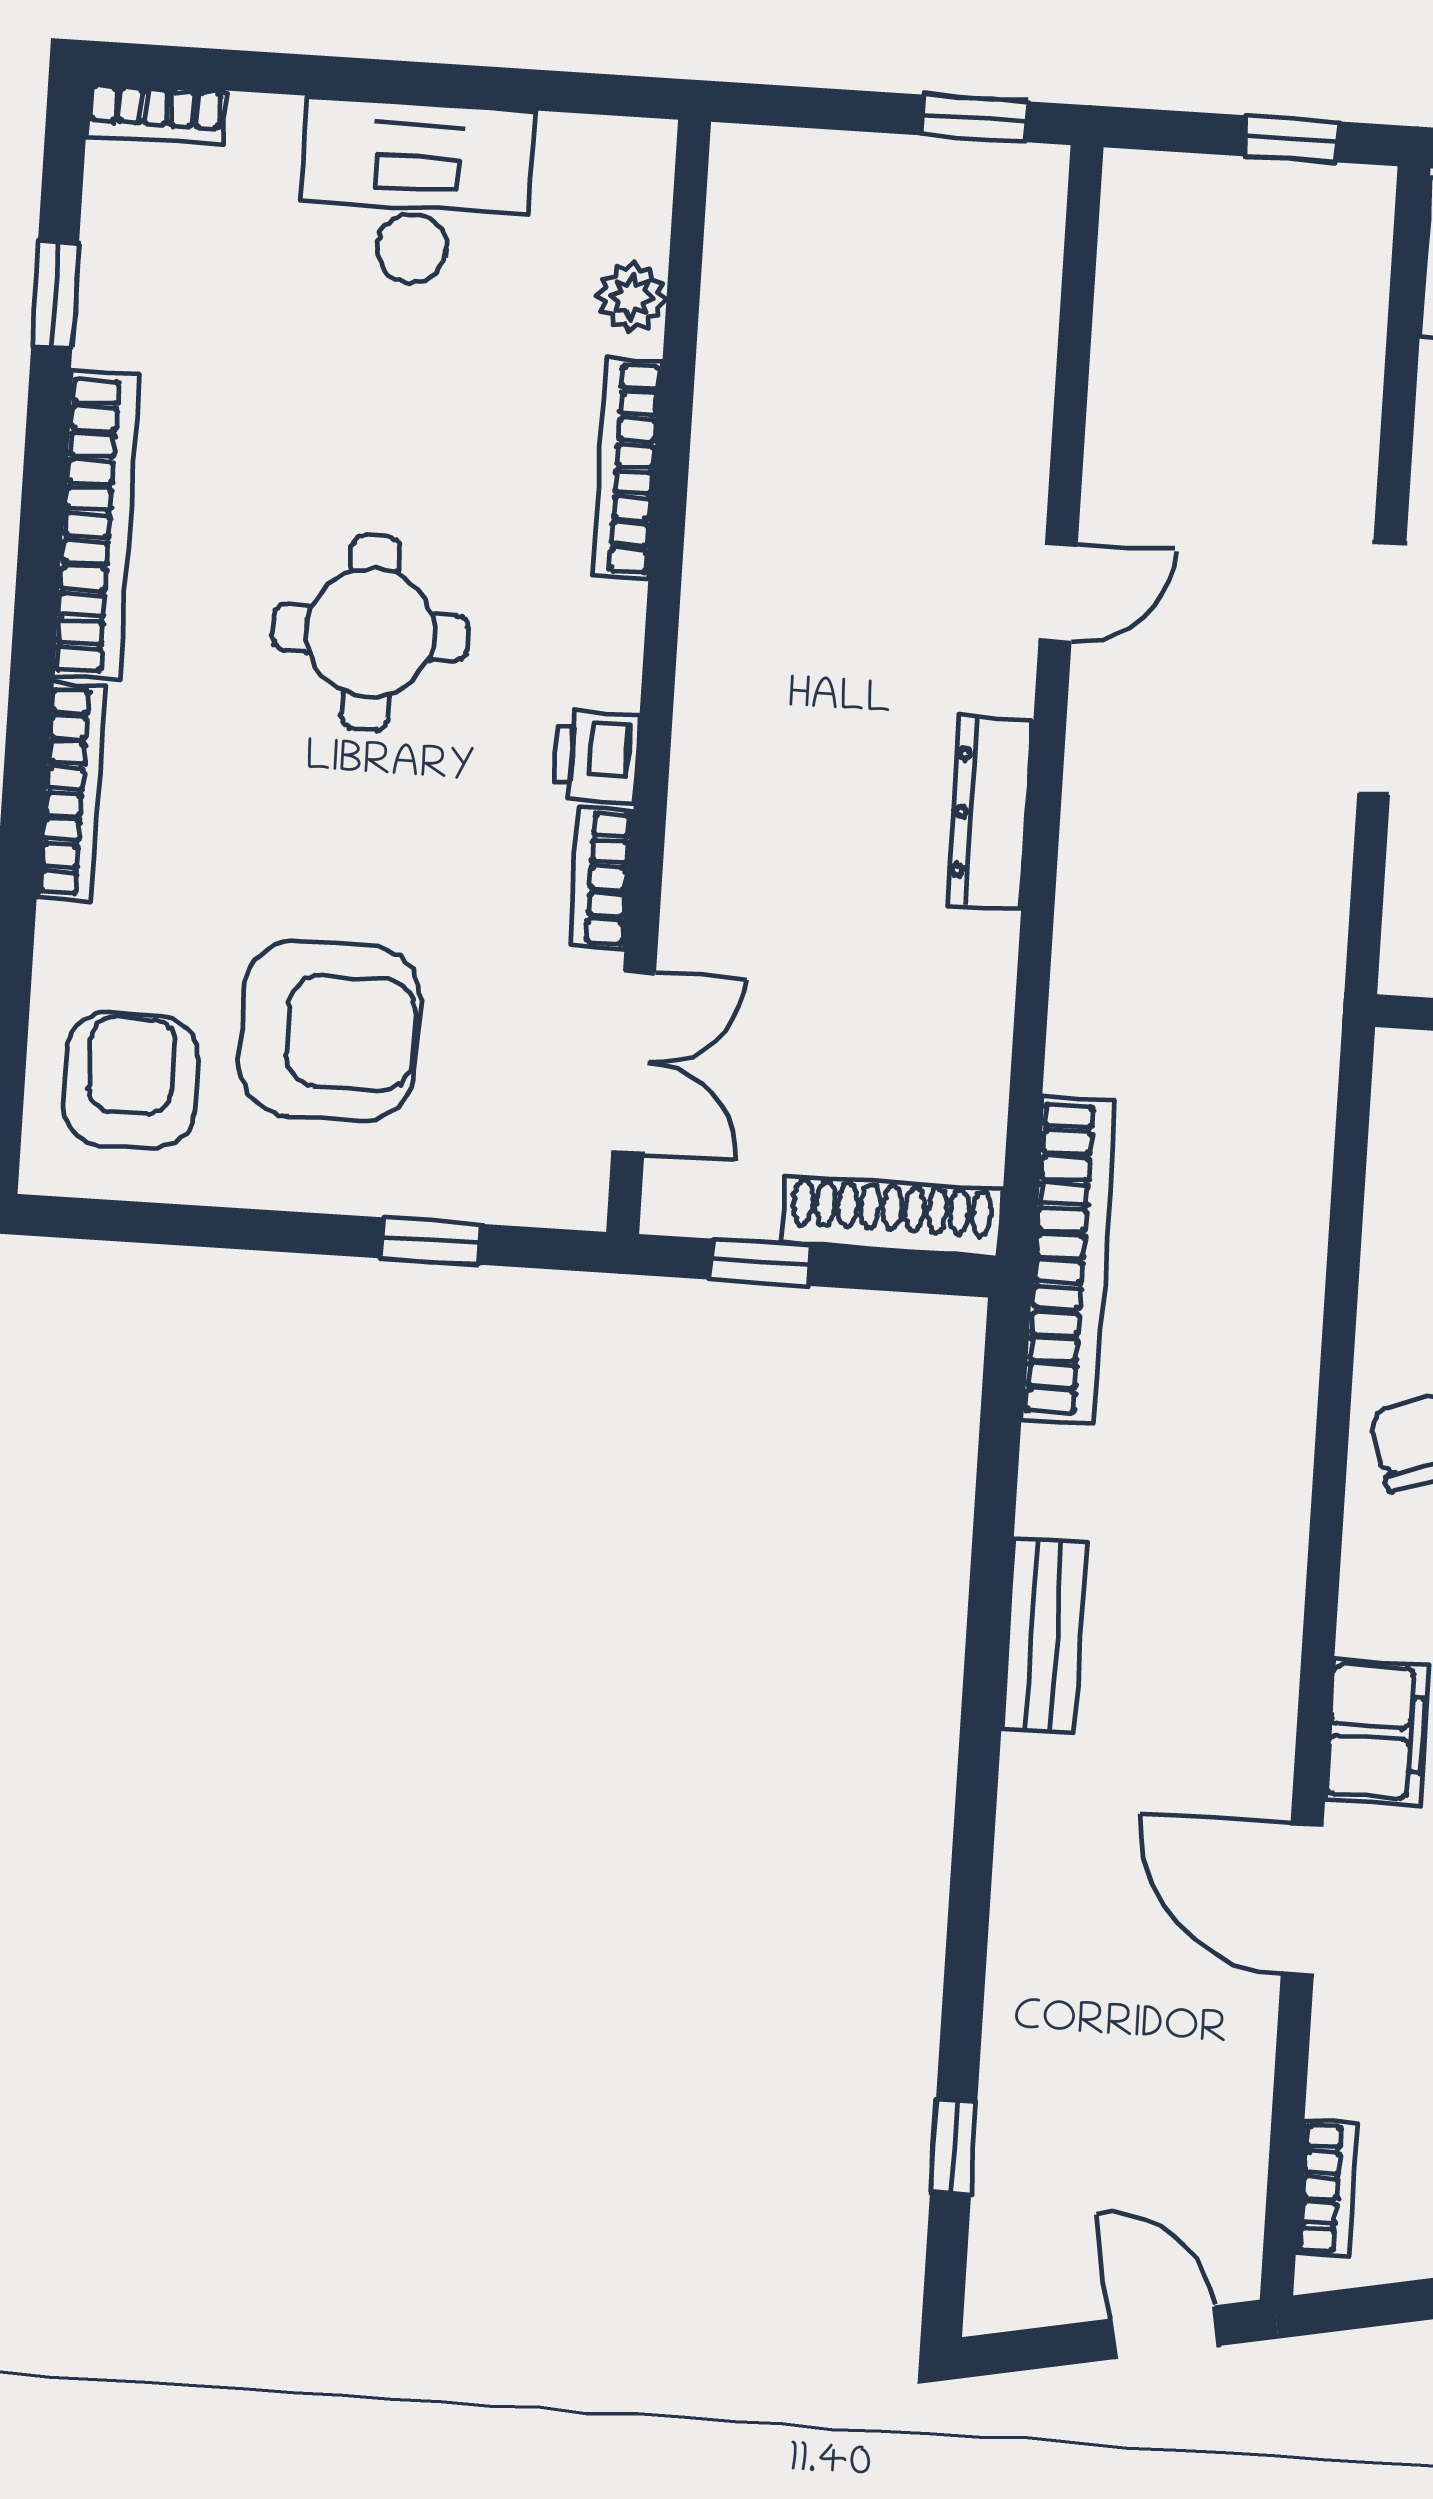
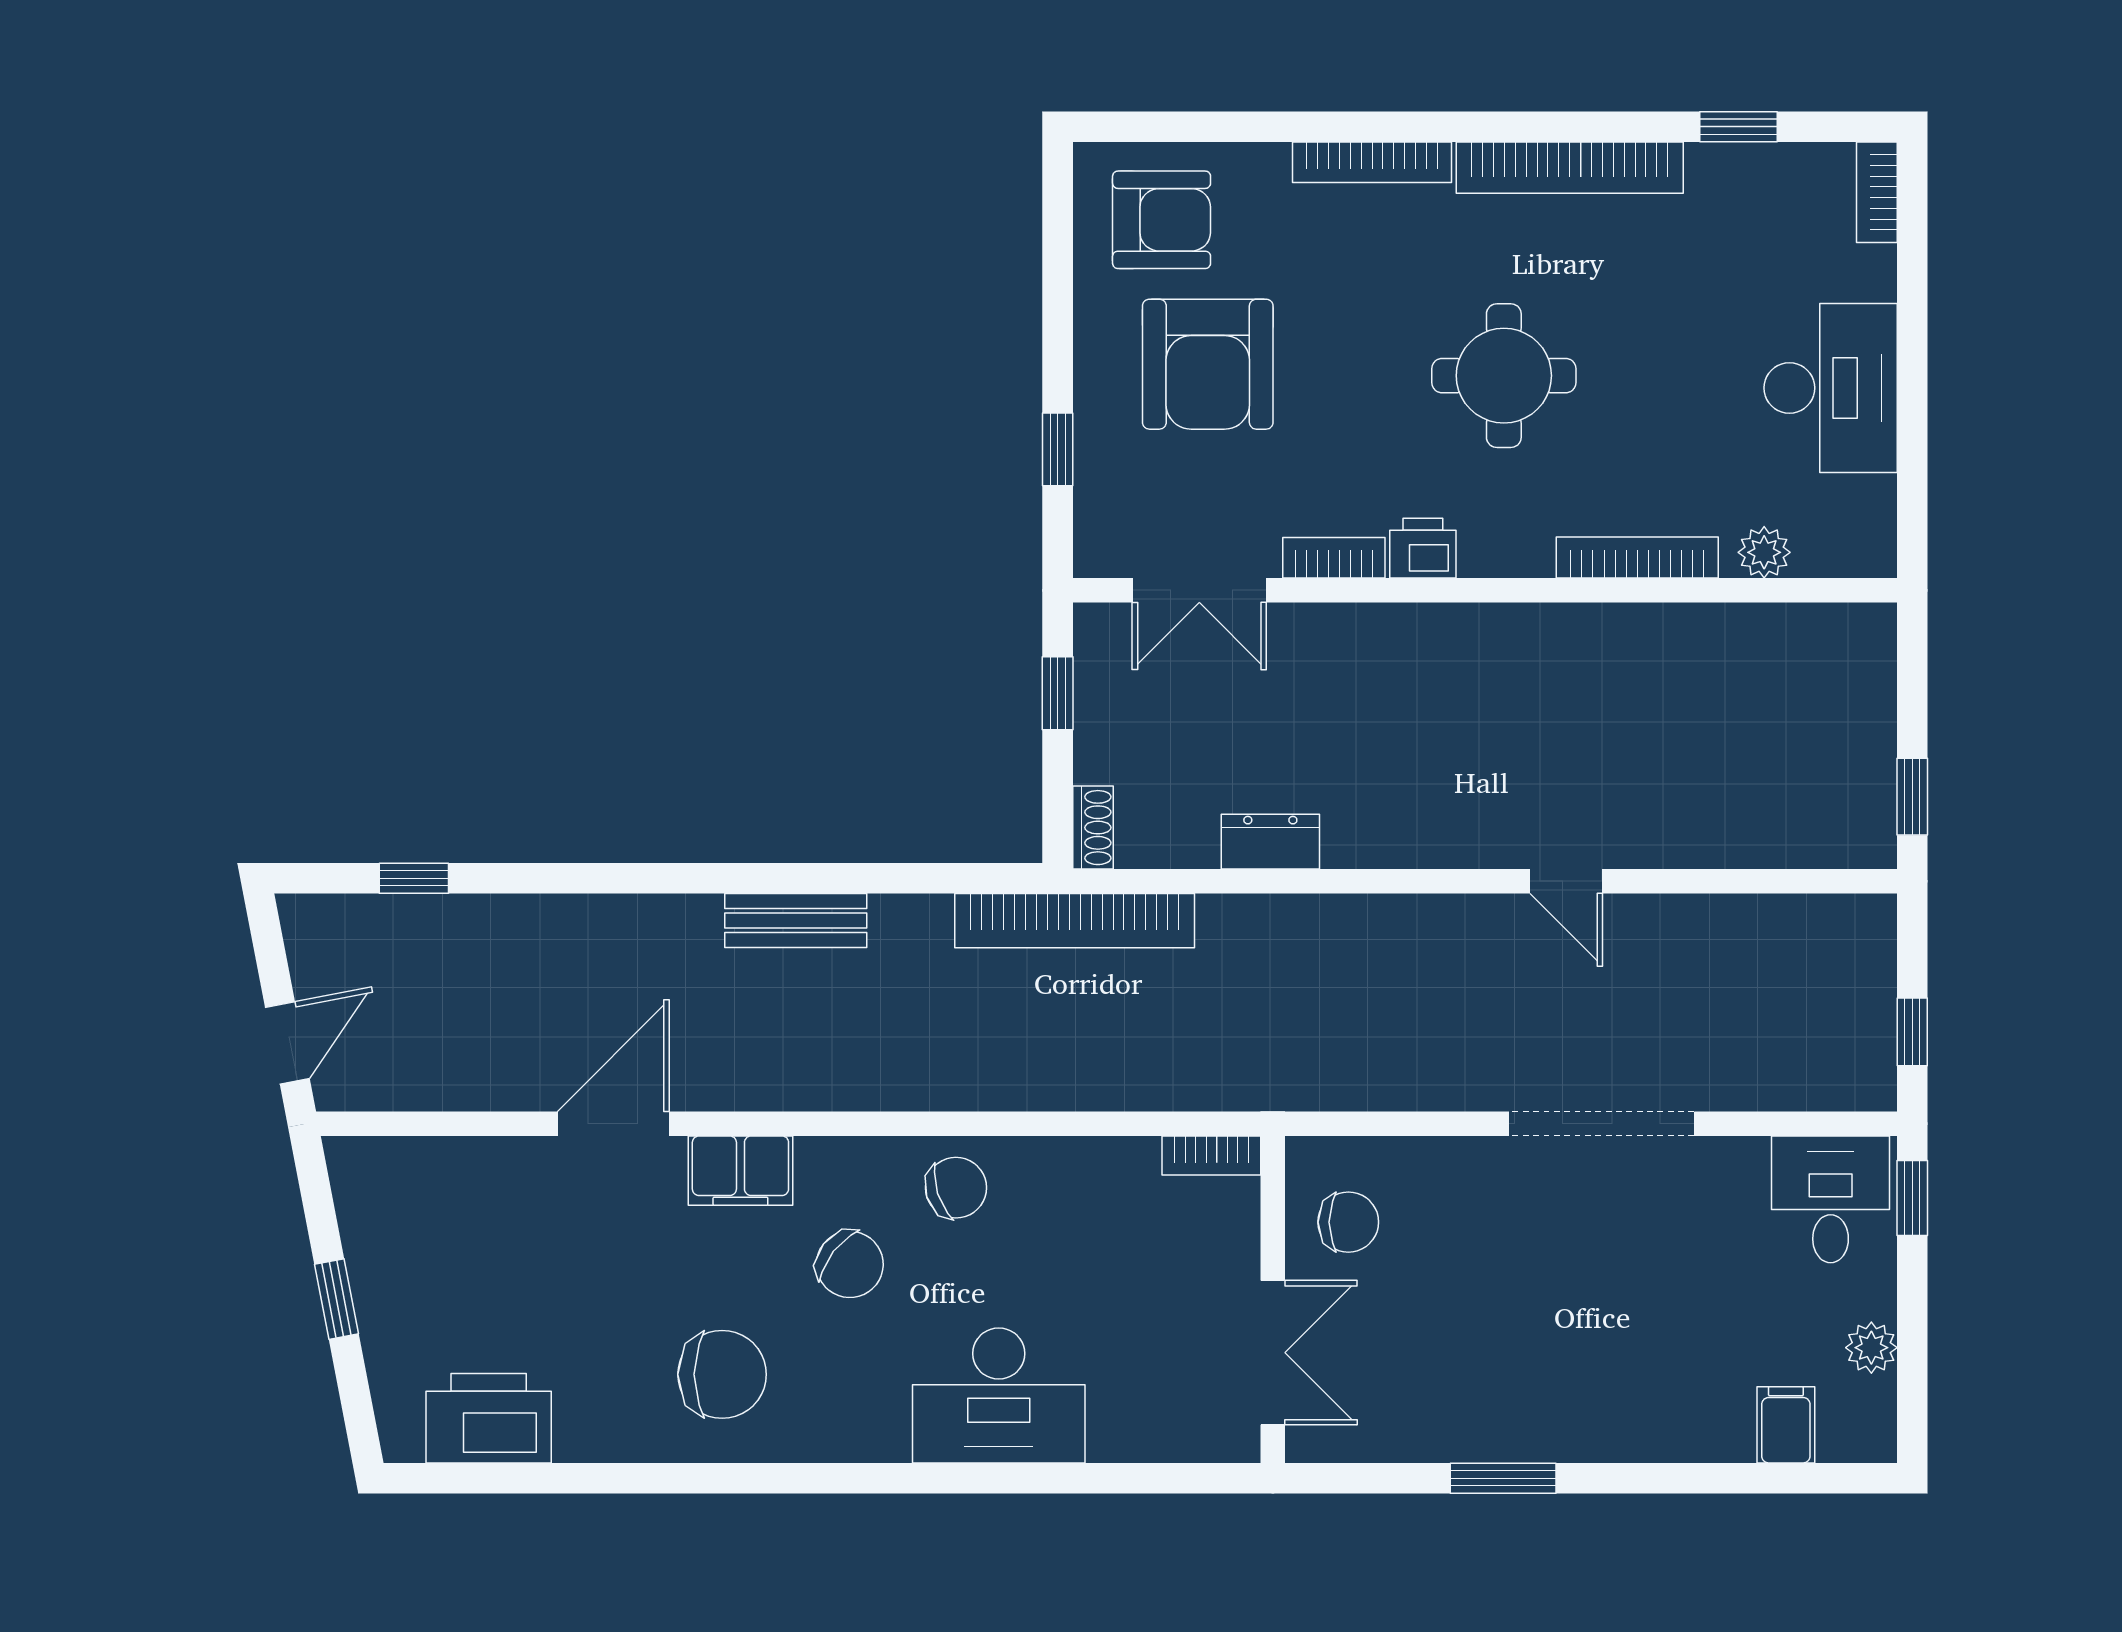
doorway: (1382, 669) -> (1602, 1124), moved
dresser: (990, 813) -> (1270, 842), moved, width x0.70
shoe rack: (892, 1217) -> (1093, 828), width x0.51, depth x0.81
bookcase: (1327, 2188) -> (1211, 1156), moved

